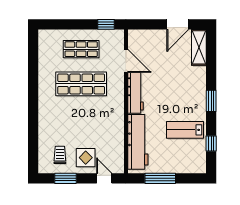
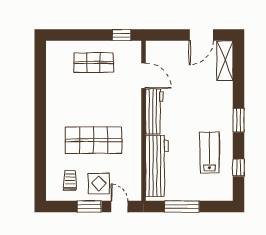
shop shelf: (81, 84) -> (94, 140), moved
lab bench: (185, 130) -> (209, 153), turned 90
window: (65, 178) -> (89, 207), moved

